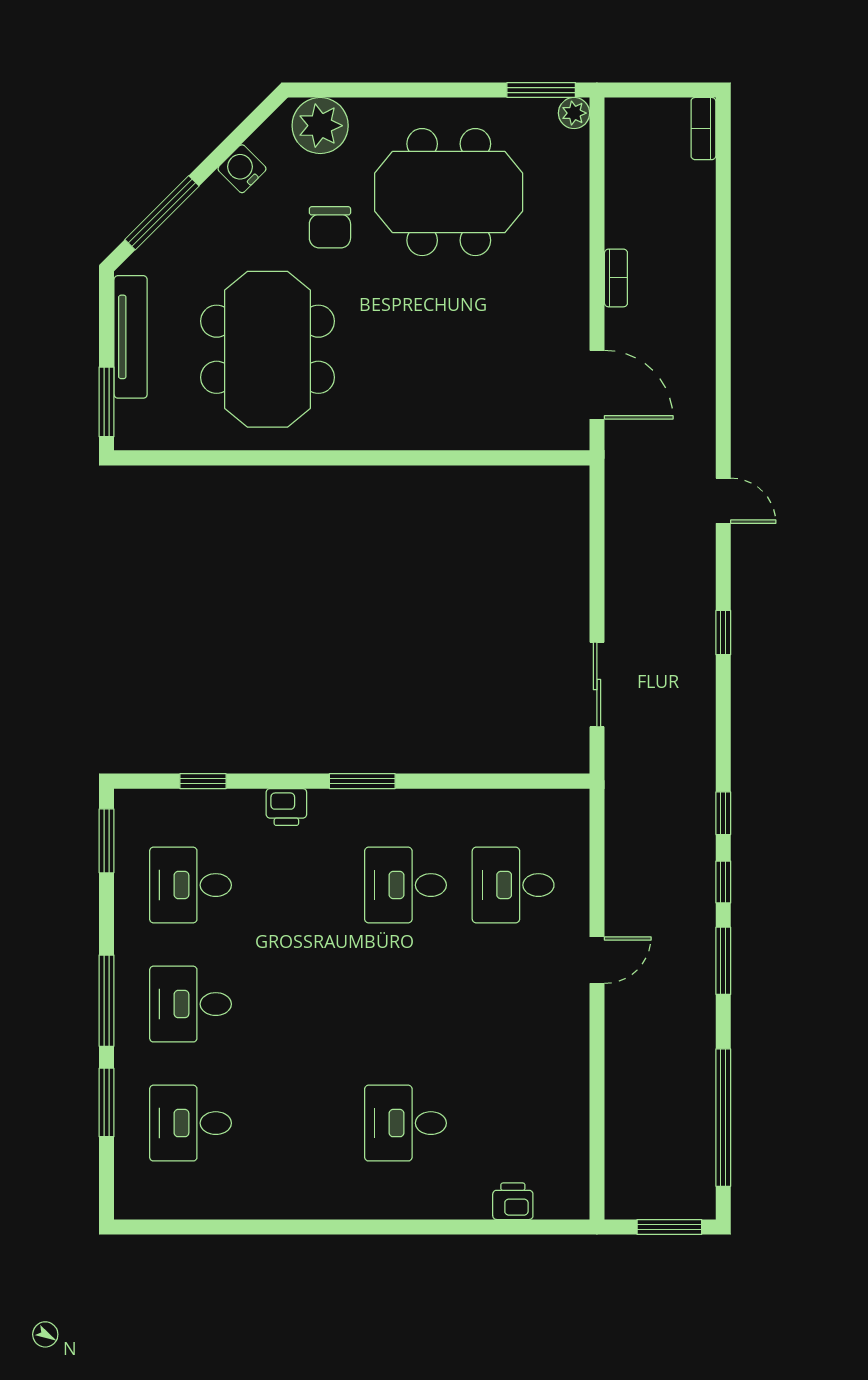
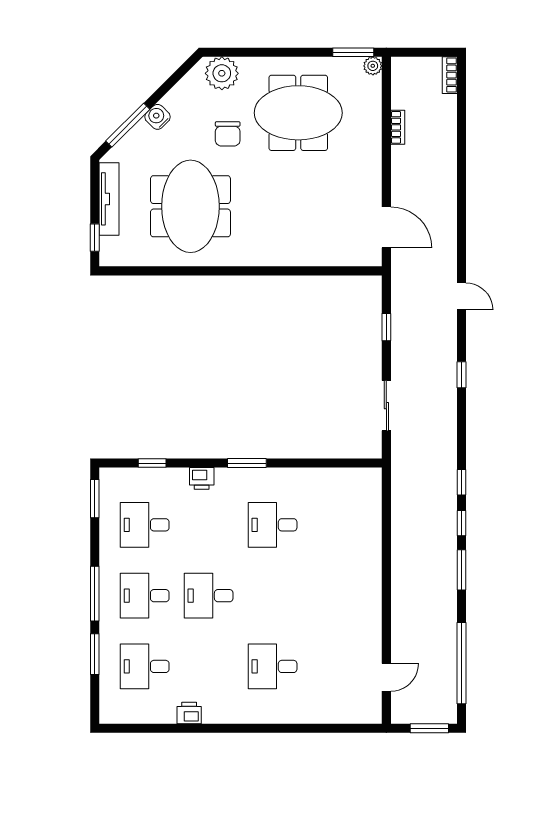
water cooler: (242, 169) -> (157, 117), moved
bookcase: (616, 278) -> (398, 127), moved
window: (107, 402) -> (95, 238), width x0.67
window: (597, 552) -> (386, 327), added
desk: (513, 885) -> (209, 596), moved
door: (597, 960) -> (386, 677), moved
printer: (513, 1201) -> (189, 713), moved

